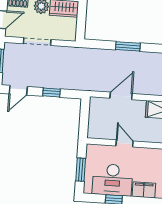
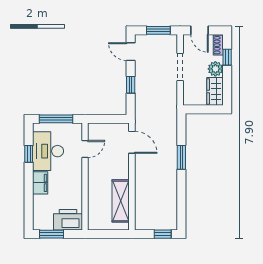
door: (121, 96) -> (132, 142), moved
door: (125, 143) -> (85, 149), moved
window: (81, 170) -> (56, 119), width x1.44

